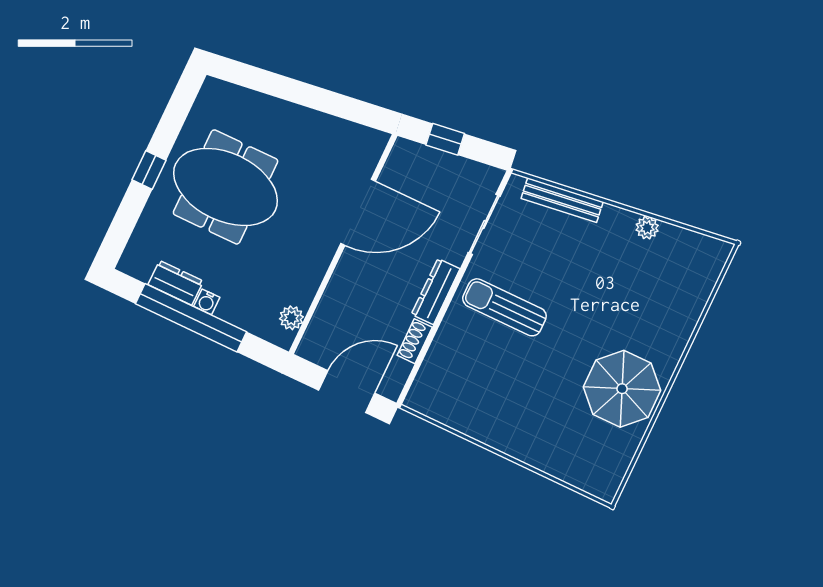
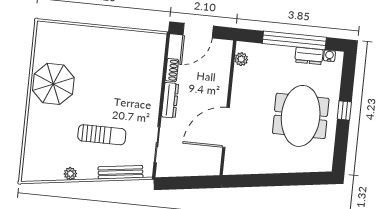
window: (445, 139) -> (194, 182), removed
meeting table: (226, 187) -> (301, 116), turned 90
water cooler: (207, 302) -> (329, 56), moved
sun lounger: (504, 307) -> (102, 135), moved

